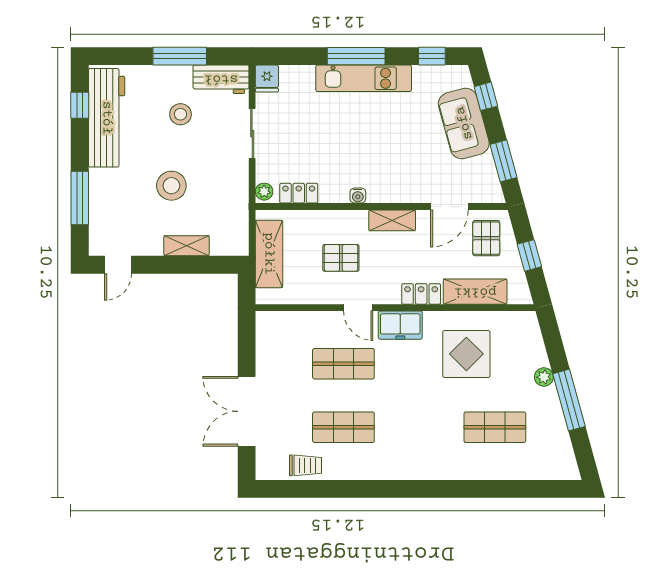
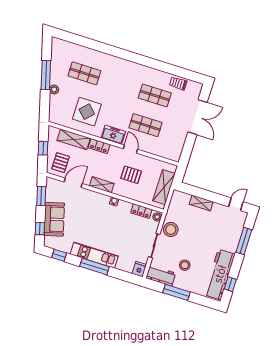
stool: (171, 186) -> (171, 230), moved

